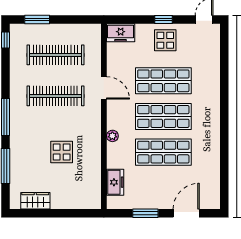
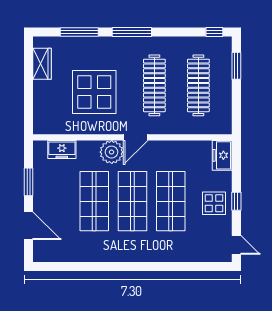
door: (104, 88) -> (136, 137), moved
plant: (112, 136) -> (112, 152), width x1.88, depth x1.88
display table: (62, 152) -> (94, 92), width x1.86, depth x1.86

